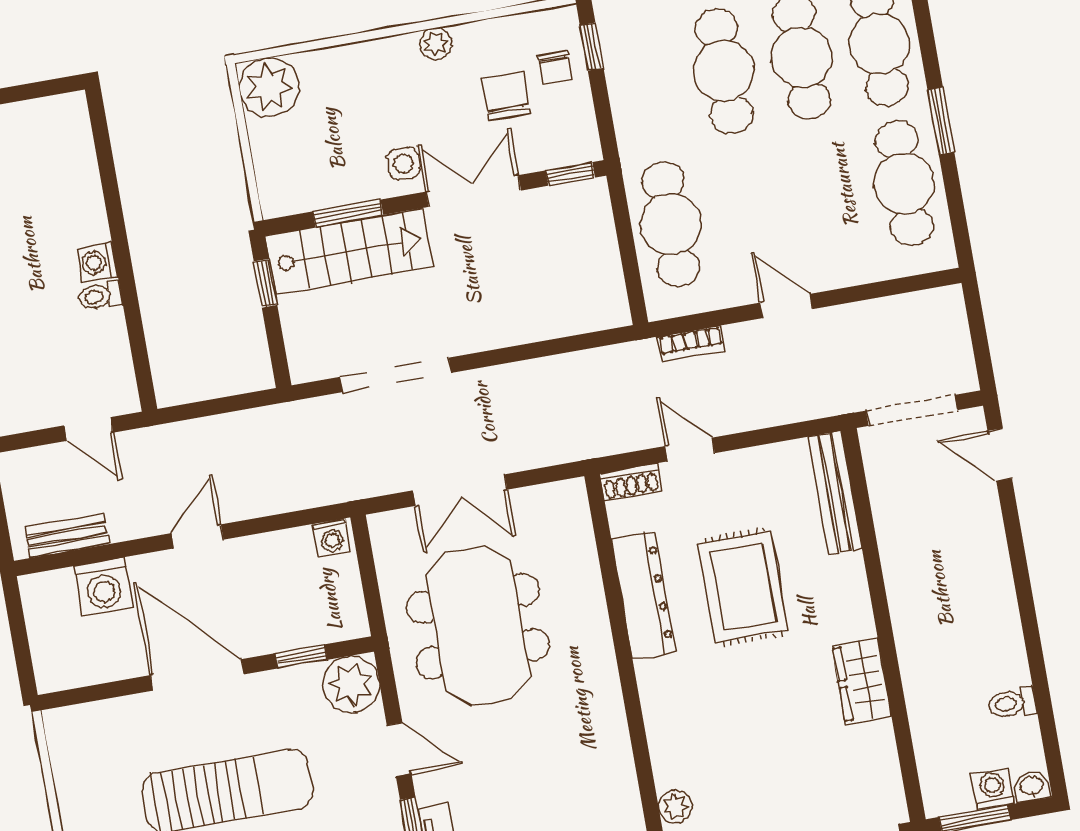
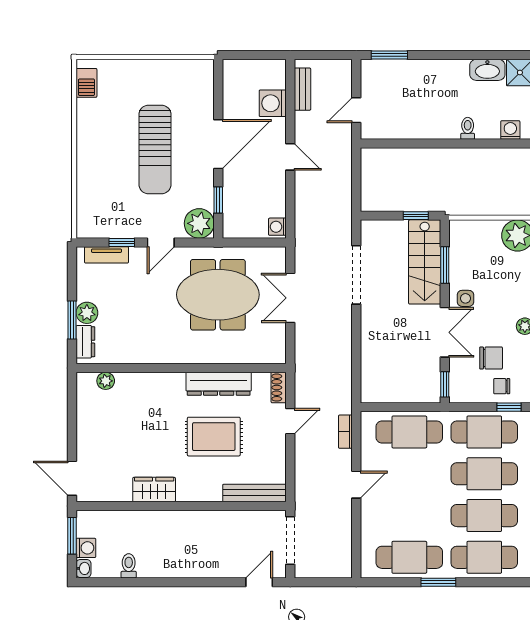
cafe table: (646, 85) -> (484, 432), added
washing machine: (97, 262) -> (510, 130), moved
toilet: (100, 296) -> (468, 128), moved

